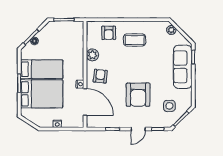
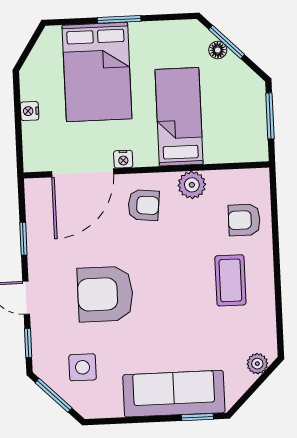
bed: (42, 69) -> (179, 117), moved, turned 180

